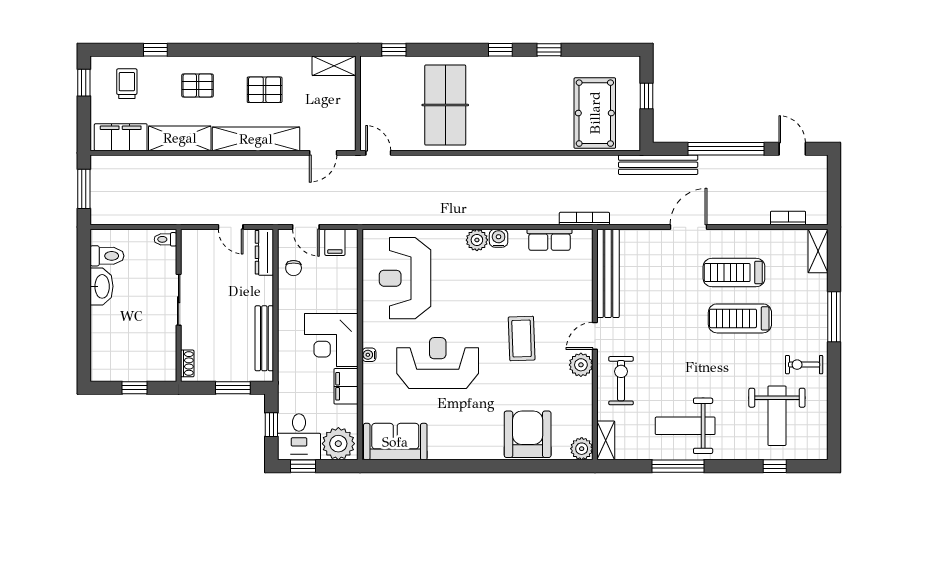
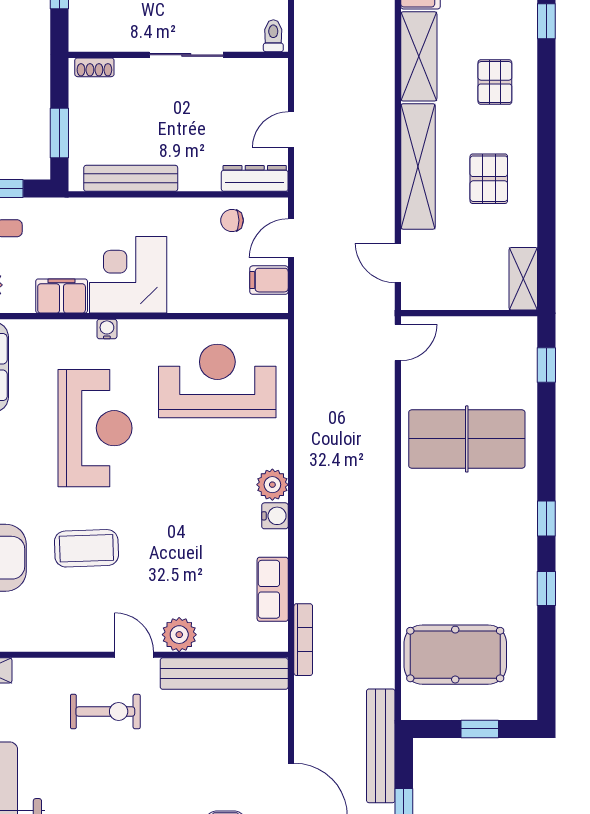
coffee table: (522, 338) -> (86, 548), moved
plant: (581, 365) -> (179, 635), moved
exercise bike: (621, 381) -> (105, 711), moved

